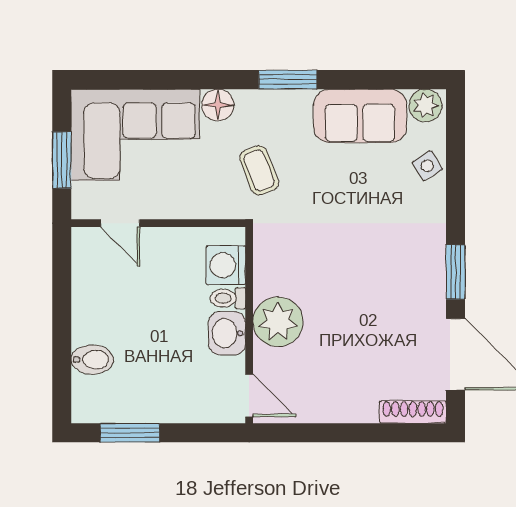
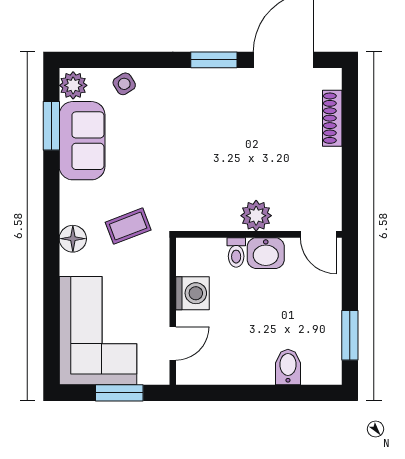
window: (288, 80) -> (51, 126), moved
floor lamp: (218, 105) -> (73, 239), moved
washing machine: (226, 265) -> (193, 293), moved, turned -90
plant: (278, 322) -> (256, 216), width x0.73, depth x0.73
door: (249, 395) -> (318, 234), swing flipped
shoe rack: (413, 412) -> (332, 118), moved

